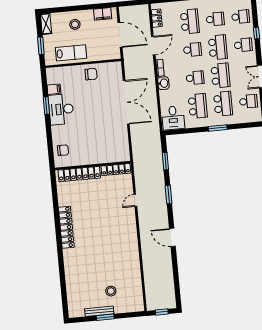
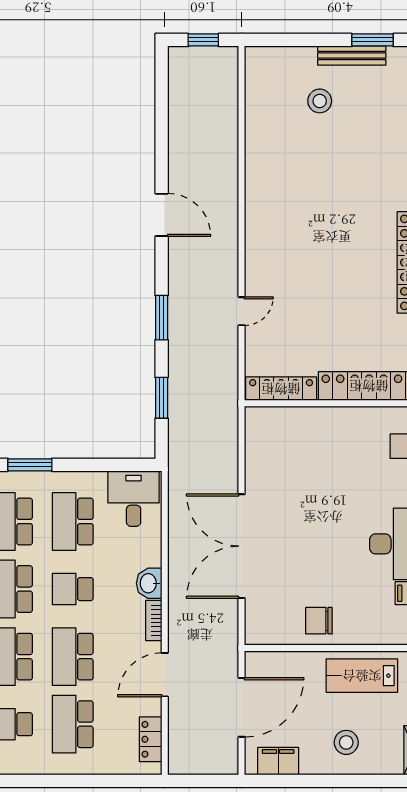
door: (120, 35) -> (242, 707), swing flipped
school desk: (192, 50) -> (73, 657), width x1.85
window: (105, 317) -> (373, 40), moved

